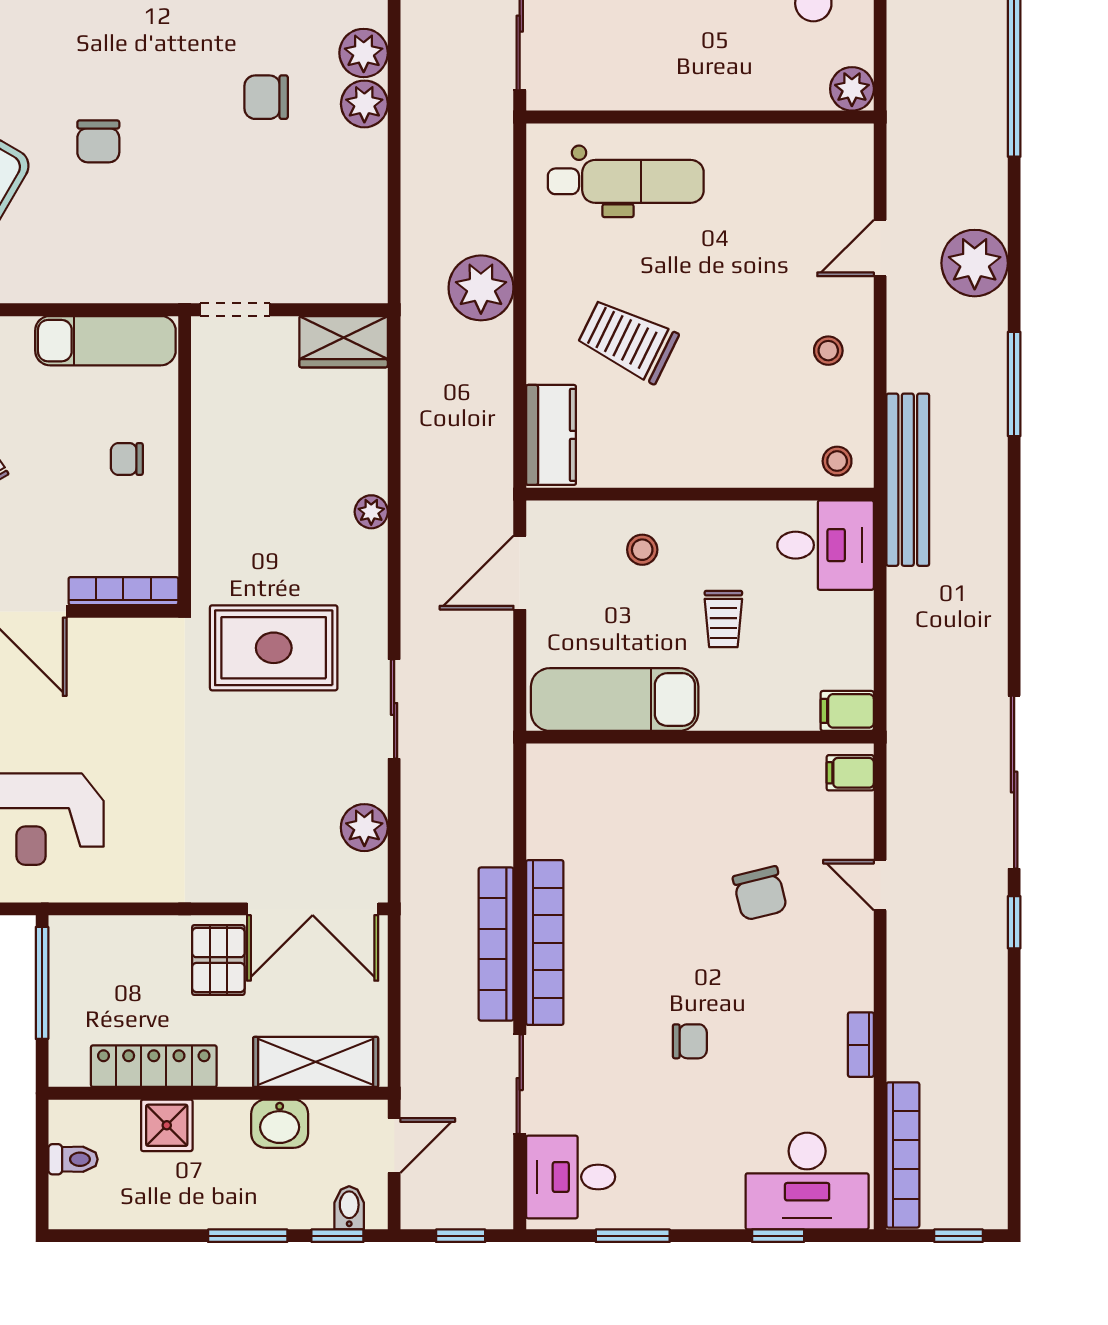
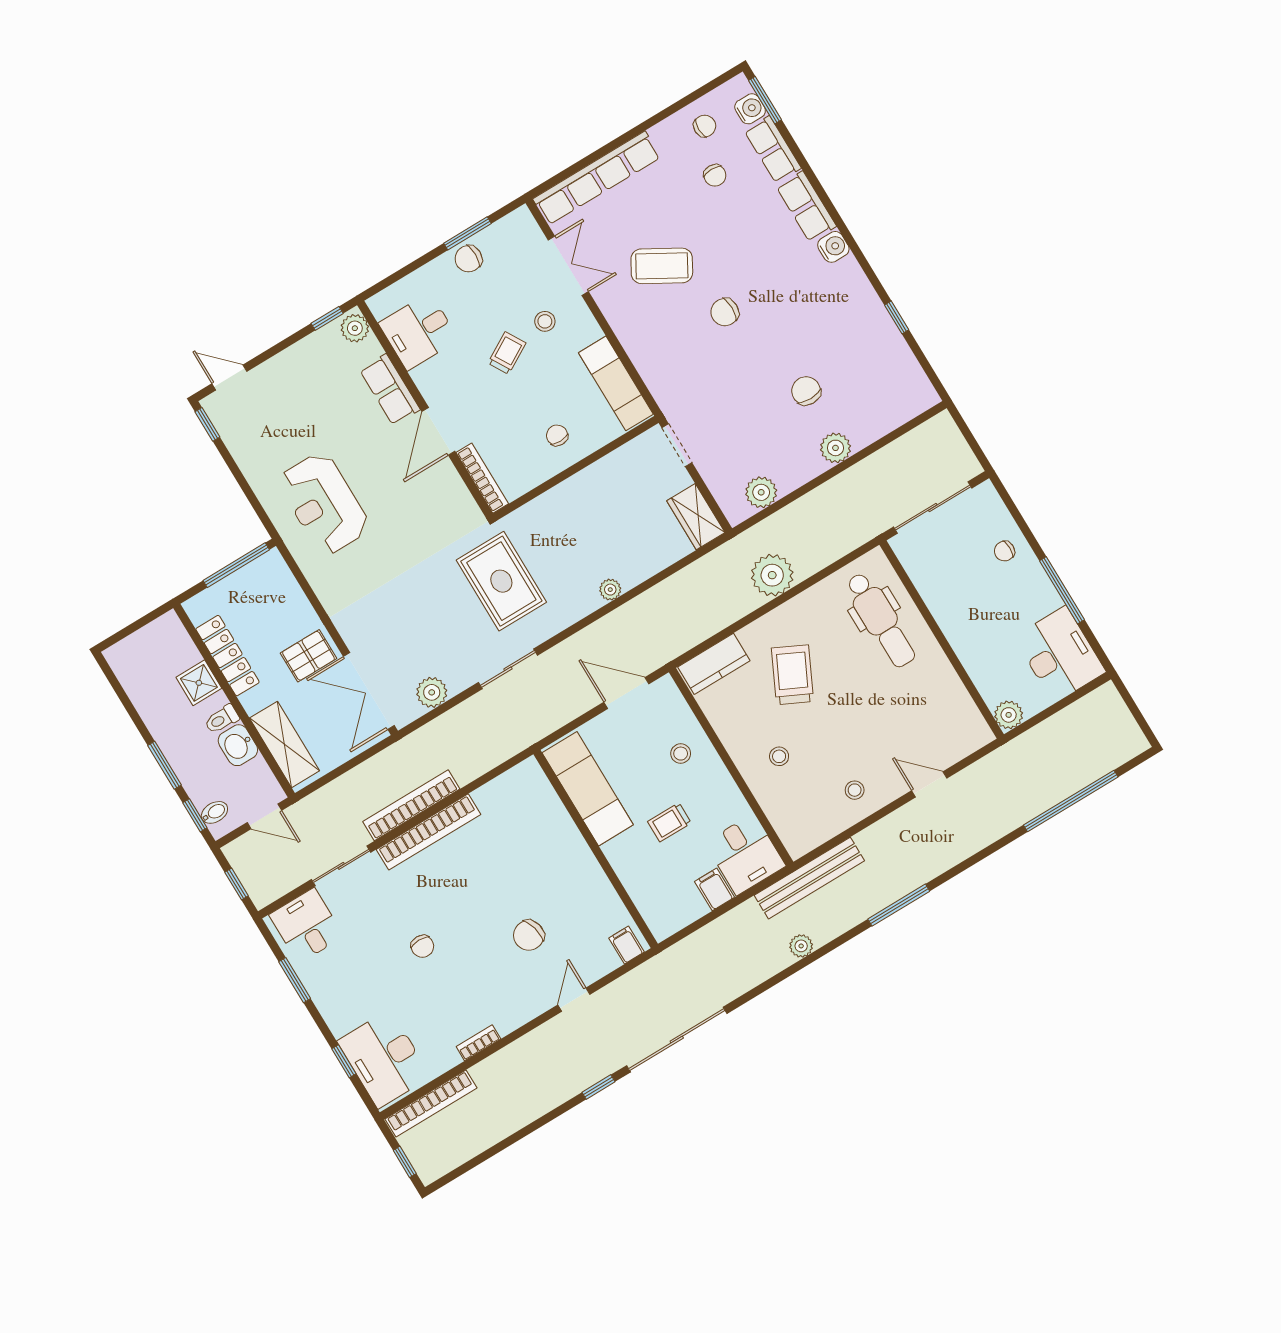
plant: (364, 53) -> (761, 492), moved
plant: (975, 263) -> (801, 946), moved, width x0.53, depth x0.53
stool: (837, 461) -> (779, 756), moved
filing cabinet: (847, 711) -> (715, 889), moved
toilet: (73, 1159) -> (222, 719), moved, turned 90

